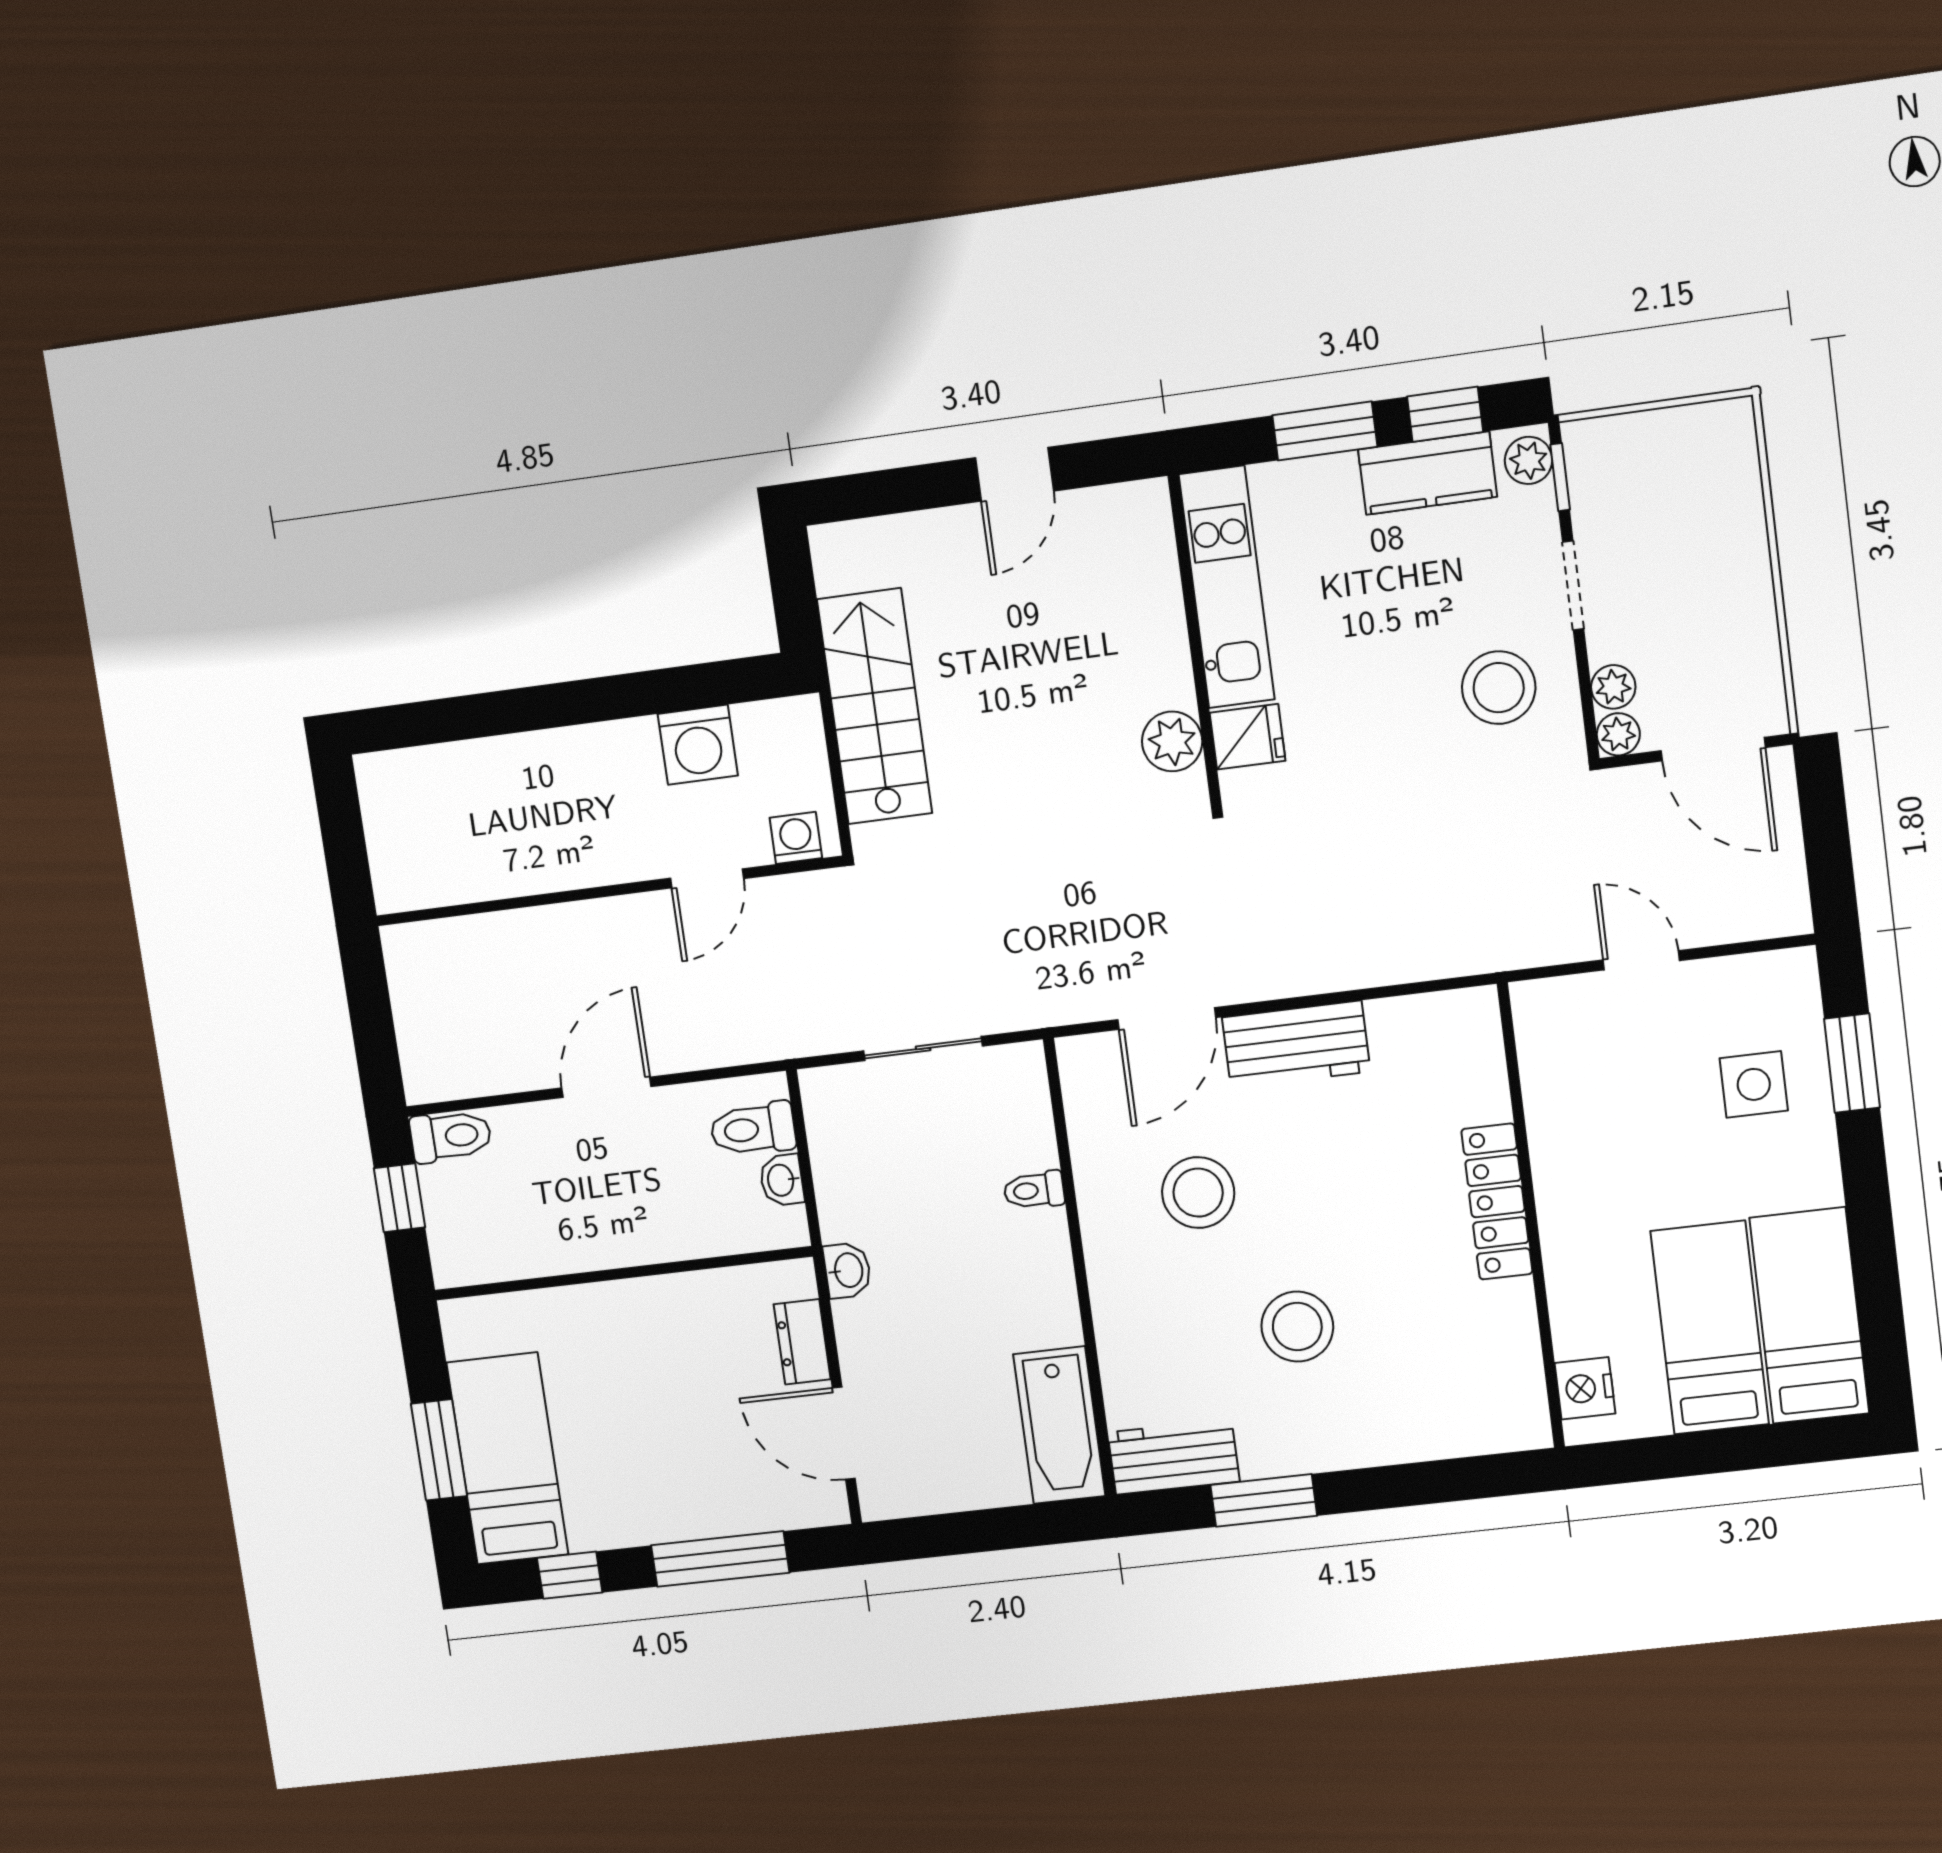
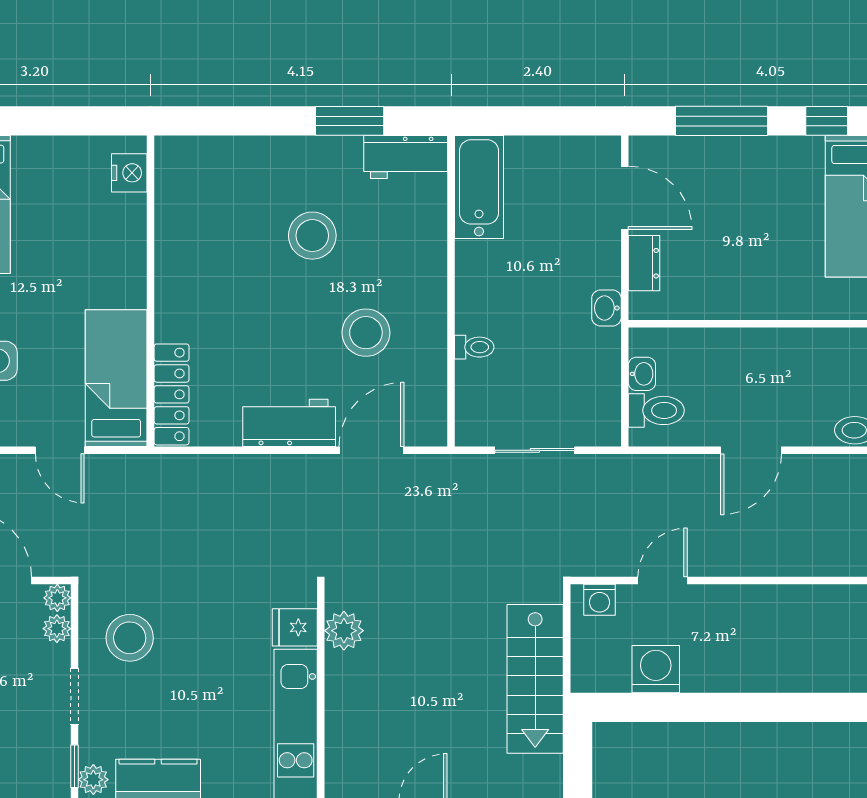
locker: (1497, 1202) -> (172, 394), moved
bed: (1710, 1328) -> (116, 378), moved, turned 180

